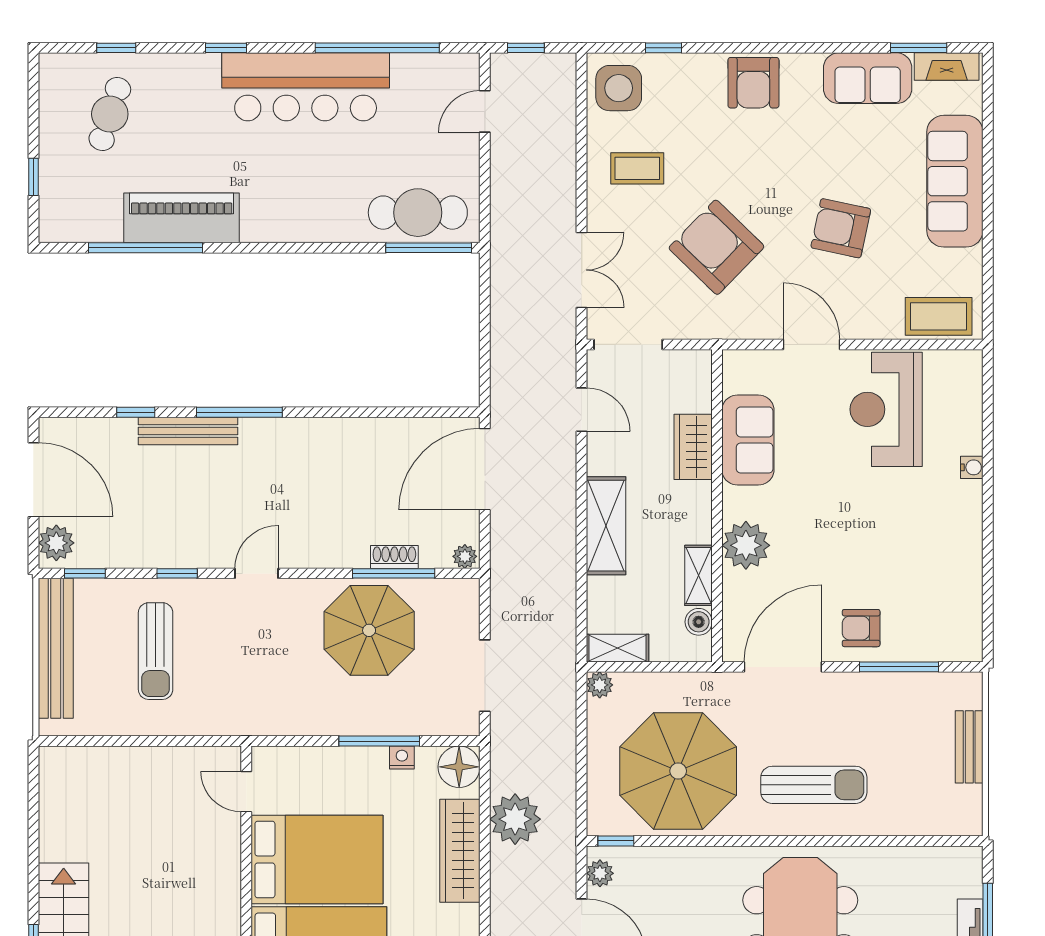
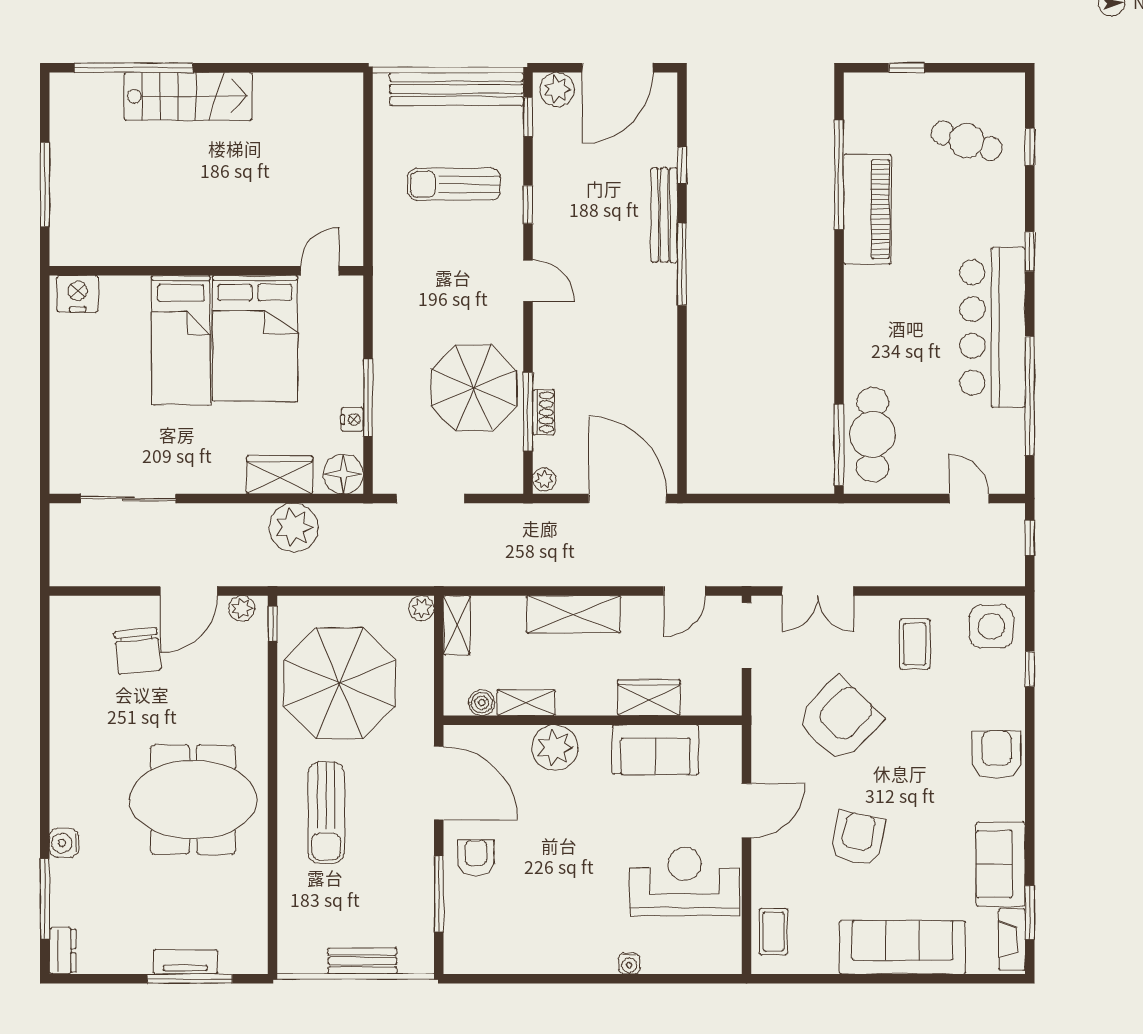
armchair: (753, 83) -> (997, 755), turned 90
coffee table: (939, 316) -> (773, 932), width x0.73, depth x0.77
wardrobe: (460, 851) -> (280, 475), width x0.67

